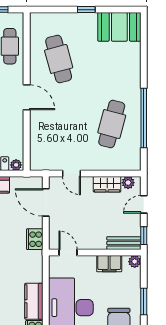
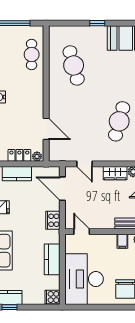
door: (27, 97) -> (46, 129), moved
filing cabinet: (109, 264) -> (122, 241), width x0.50
kitchen counter: (34, 301) -> (52, 259), moved

